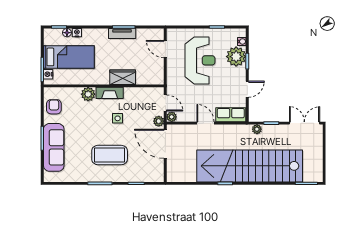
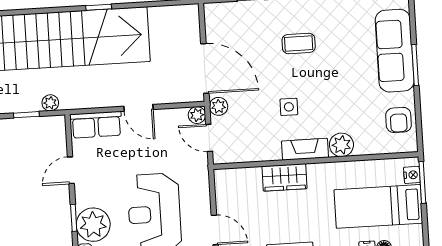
coffee table: (110, 155) -> (299, 43), width x0.54, depth x0.58

